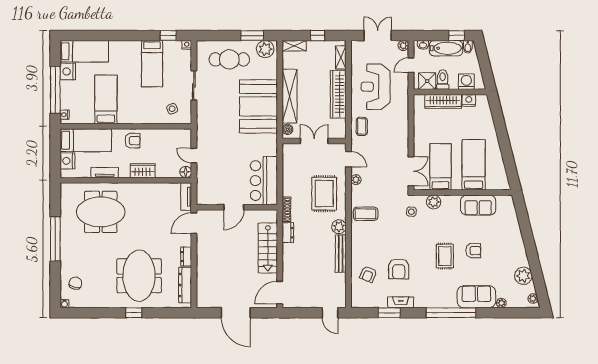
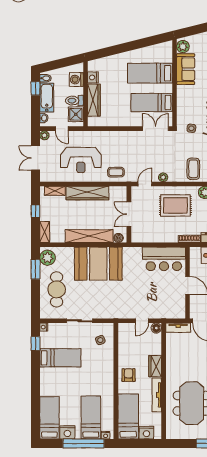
bed: (106, 99) -> (91, 417), moved, turned 90
tv unit: (105, 173) -> (157, 395), width x1.41
plant: (434, 202) -> (183, 47), moved

